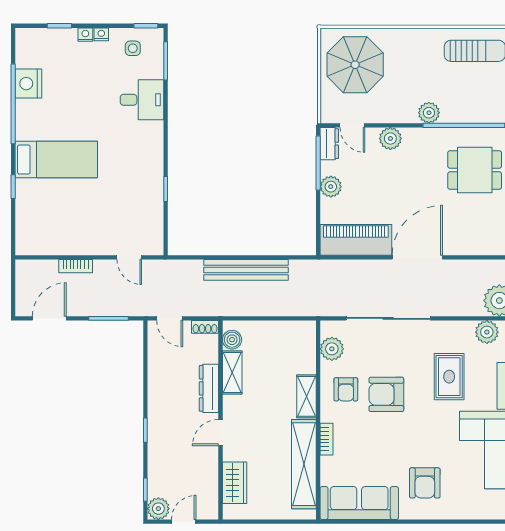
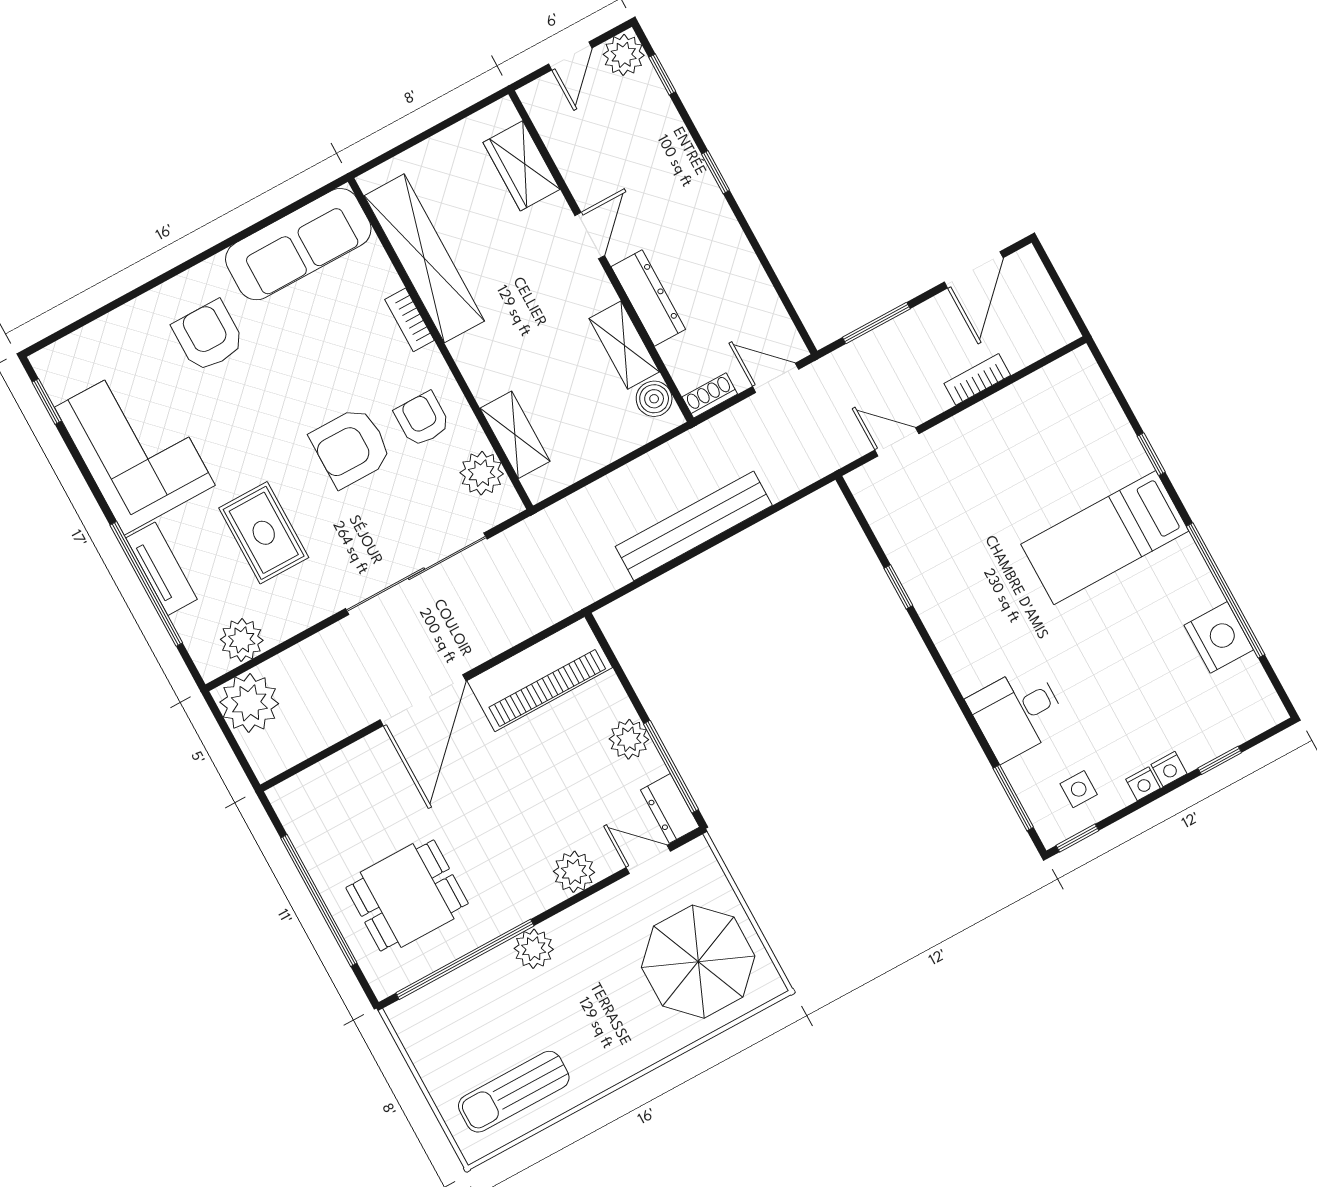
armchair: (386, 394) -> (351, 447), turned 180
shelving: (306, 396) -> (515, 435), moved

